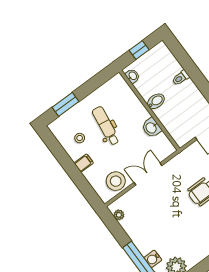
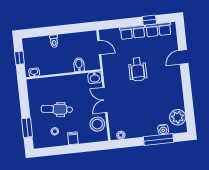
bidet: (156, 101) -> (79, 65), moved
washbasin: (151, 128) -> (95, 78), moved

